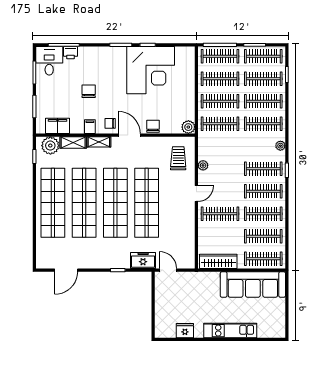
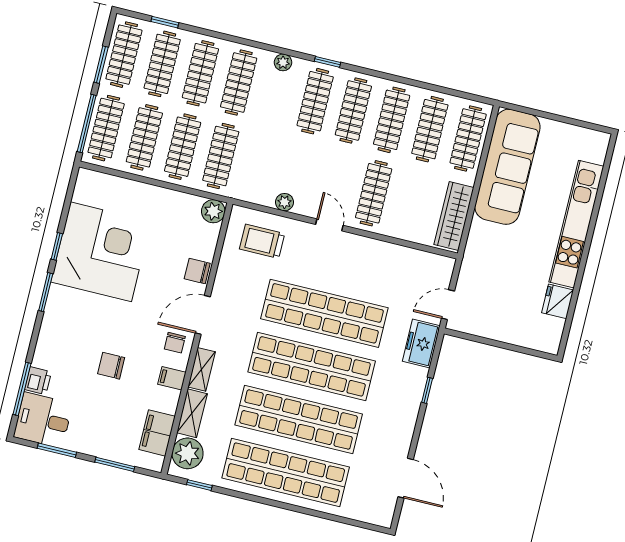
kitchen unit: (230, 331) -> (576, 224), width x1.36

